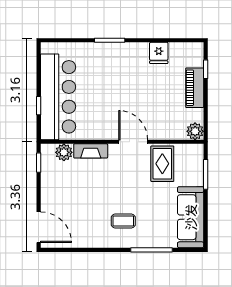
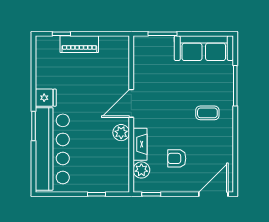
fridge: (159, 53) -> (46, 98), moved
bar counter: (58, 97) -> (52, 149), moved, turned 90
plant: (195, 131) -> (121, 133), moved
rug: (162, 164) -> (152, 75), removed
armchair: (76, 189) -> (177, 158), added
coffee table: (123, 221) -> (207, 113), turned 90

